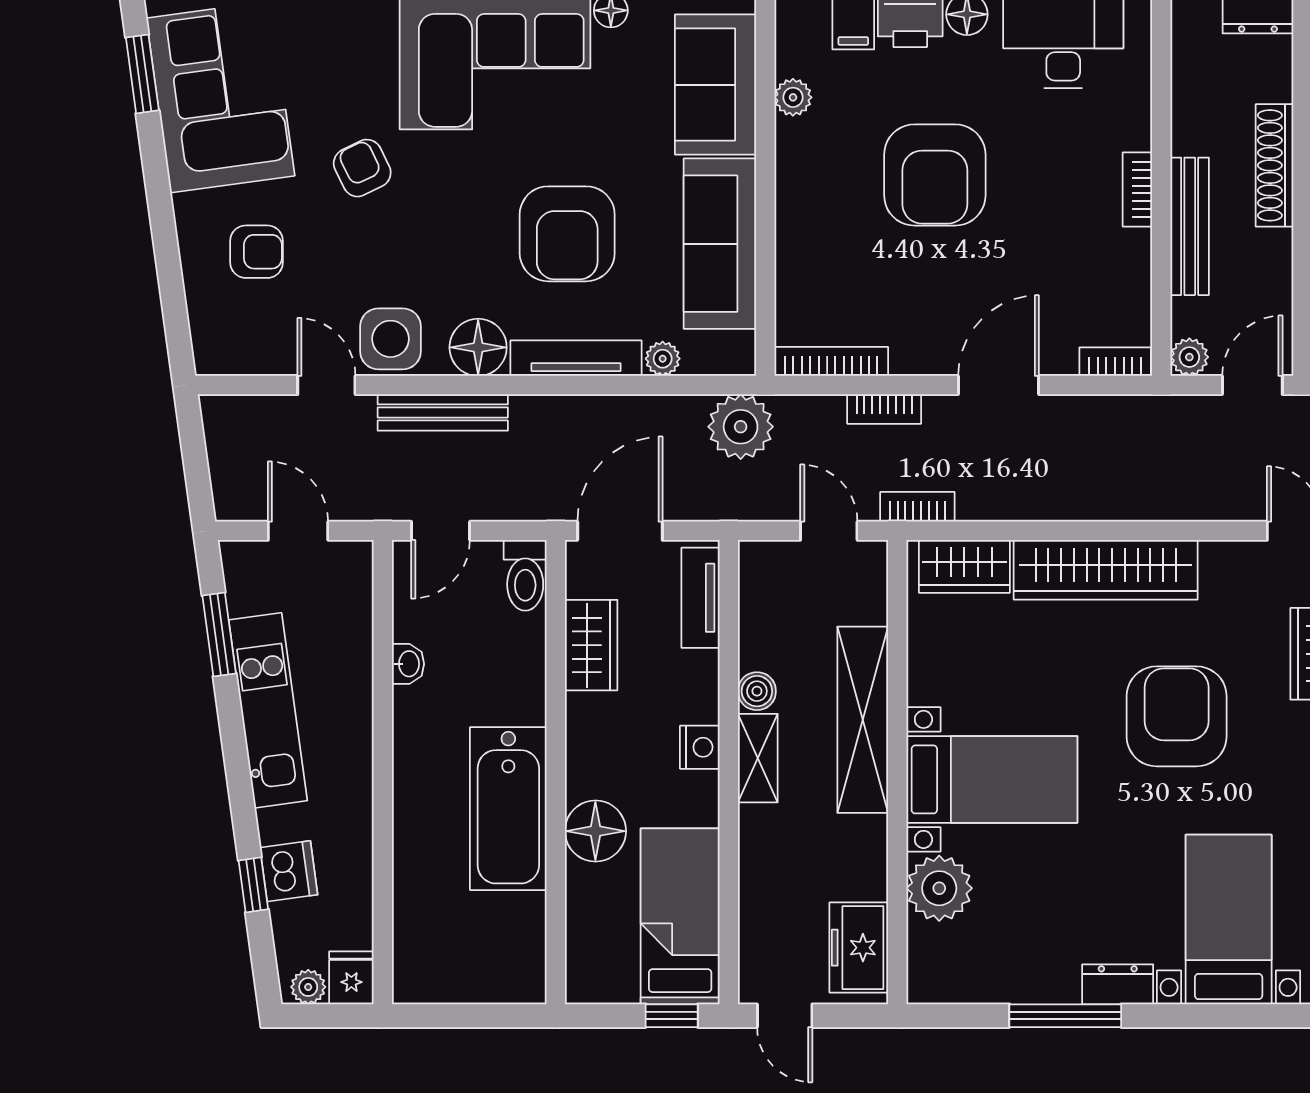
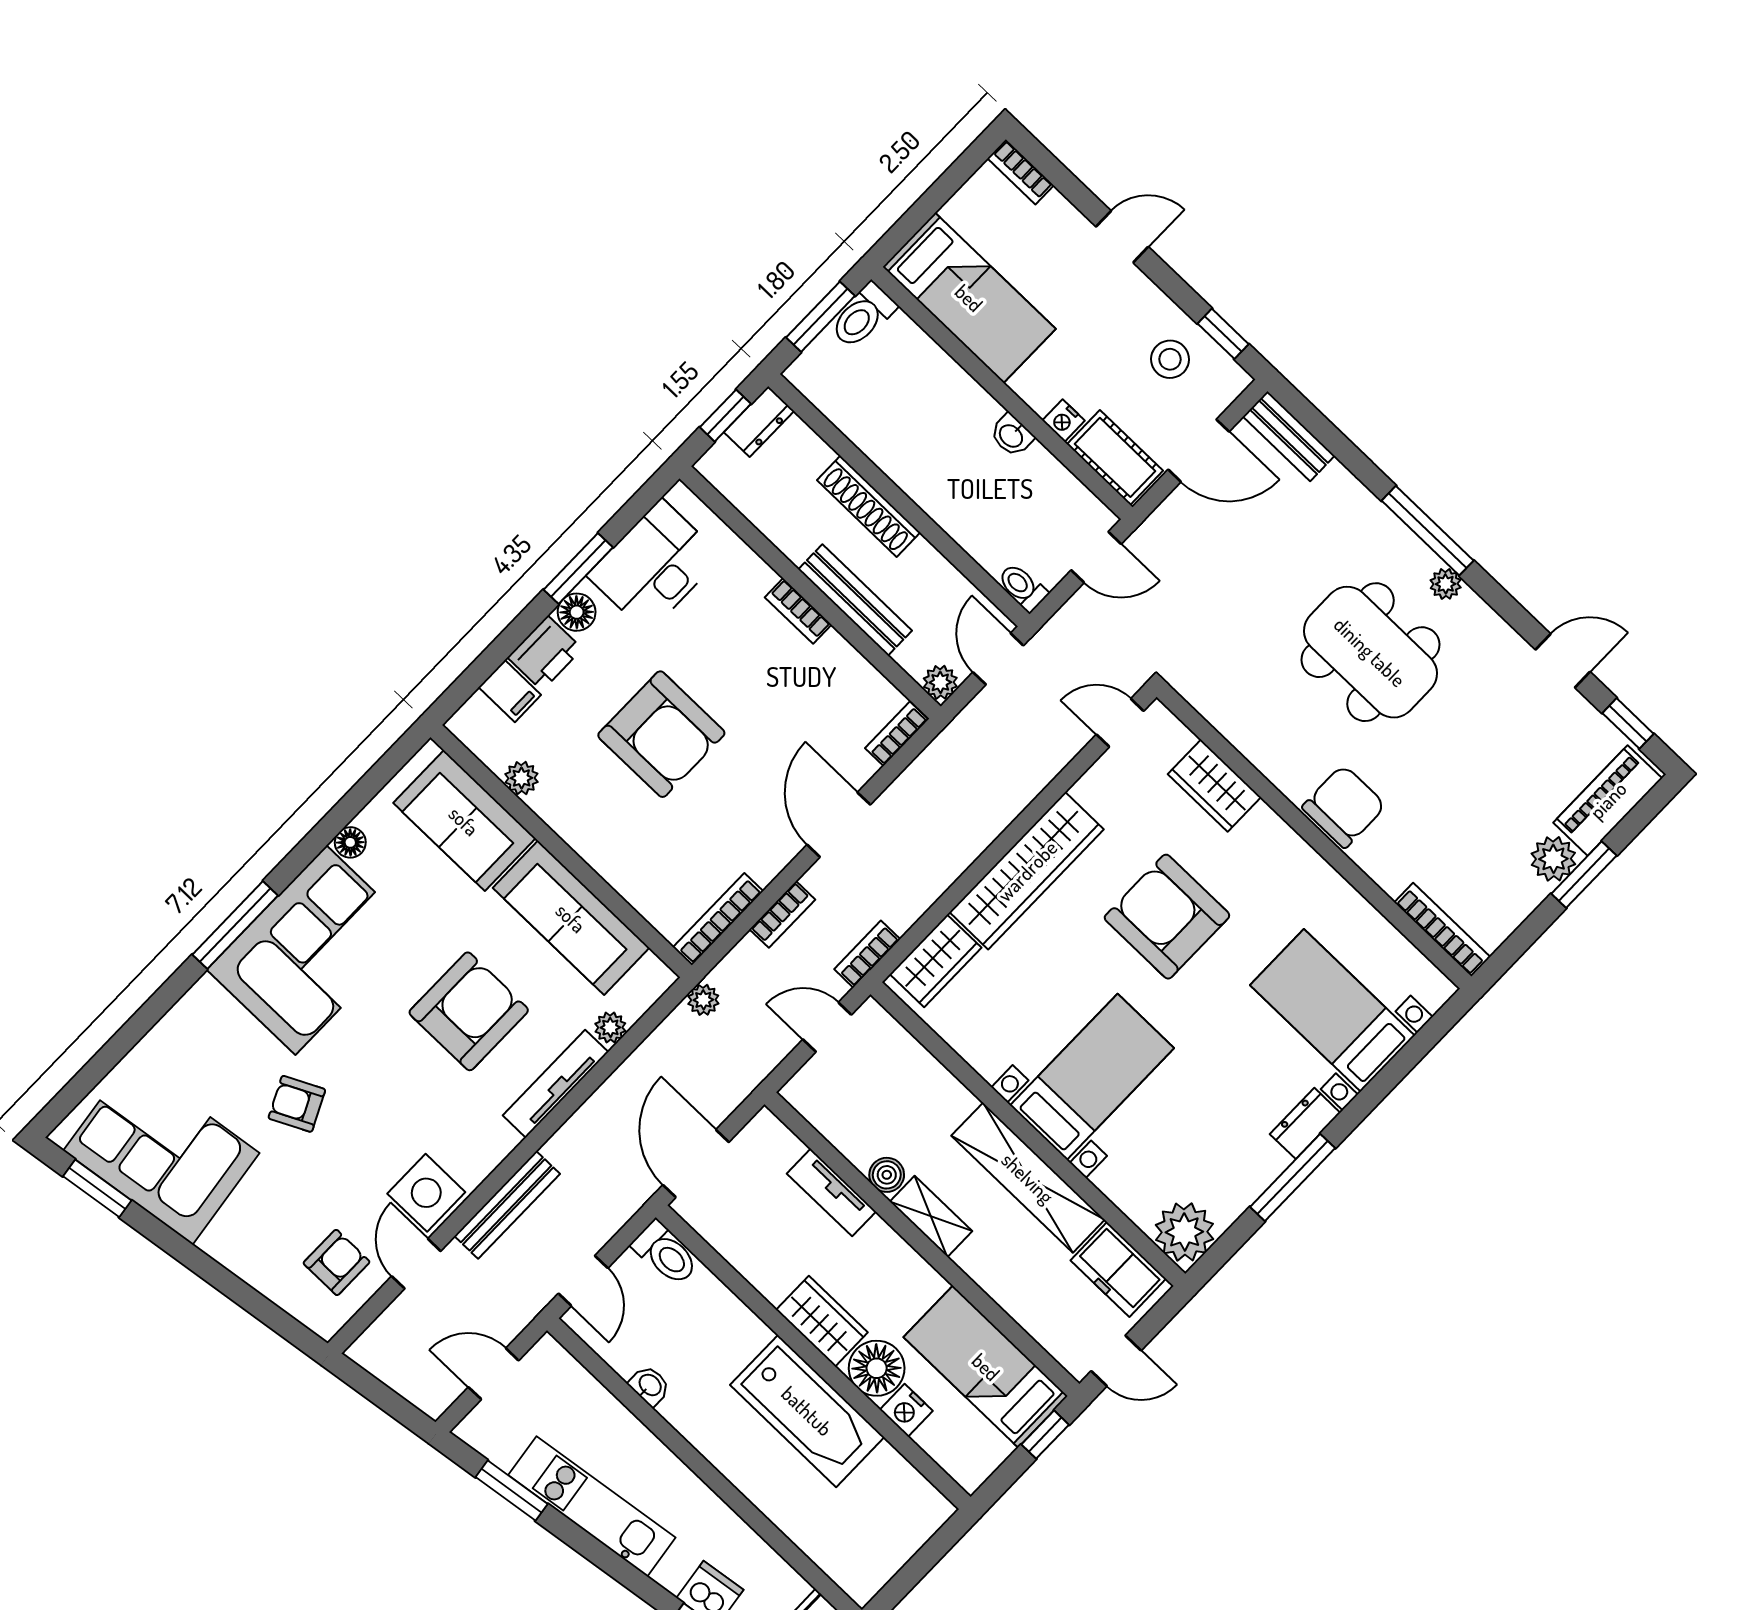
armchair: (567, 234) -> (469, 1011), turned -90
armchair: (257, 252) -> (337, 1262), moved
floor lamp: (478, 347) -> (487, 1141), removed
door: (326, 385) -> (416, 1264), hinge flipped
plant: (741, 427) -> (703, 1000), width x0.53, depth x0.53
tv unit: (701, 598) -> (831, 1193), moved
wardrobe: (591, 645) -> (822, 1321), moved
shelving: (863, 720) -> (1028, 1178), moved
nightstand: (700, 747) -> (906, 1410), moved, turned 180
plant: (939, 888) -> (1184, 1232), moved

